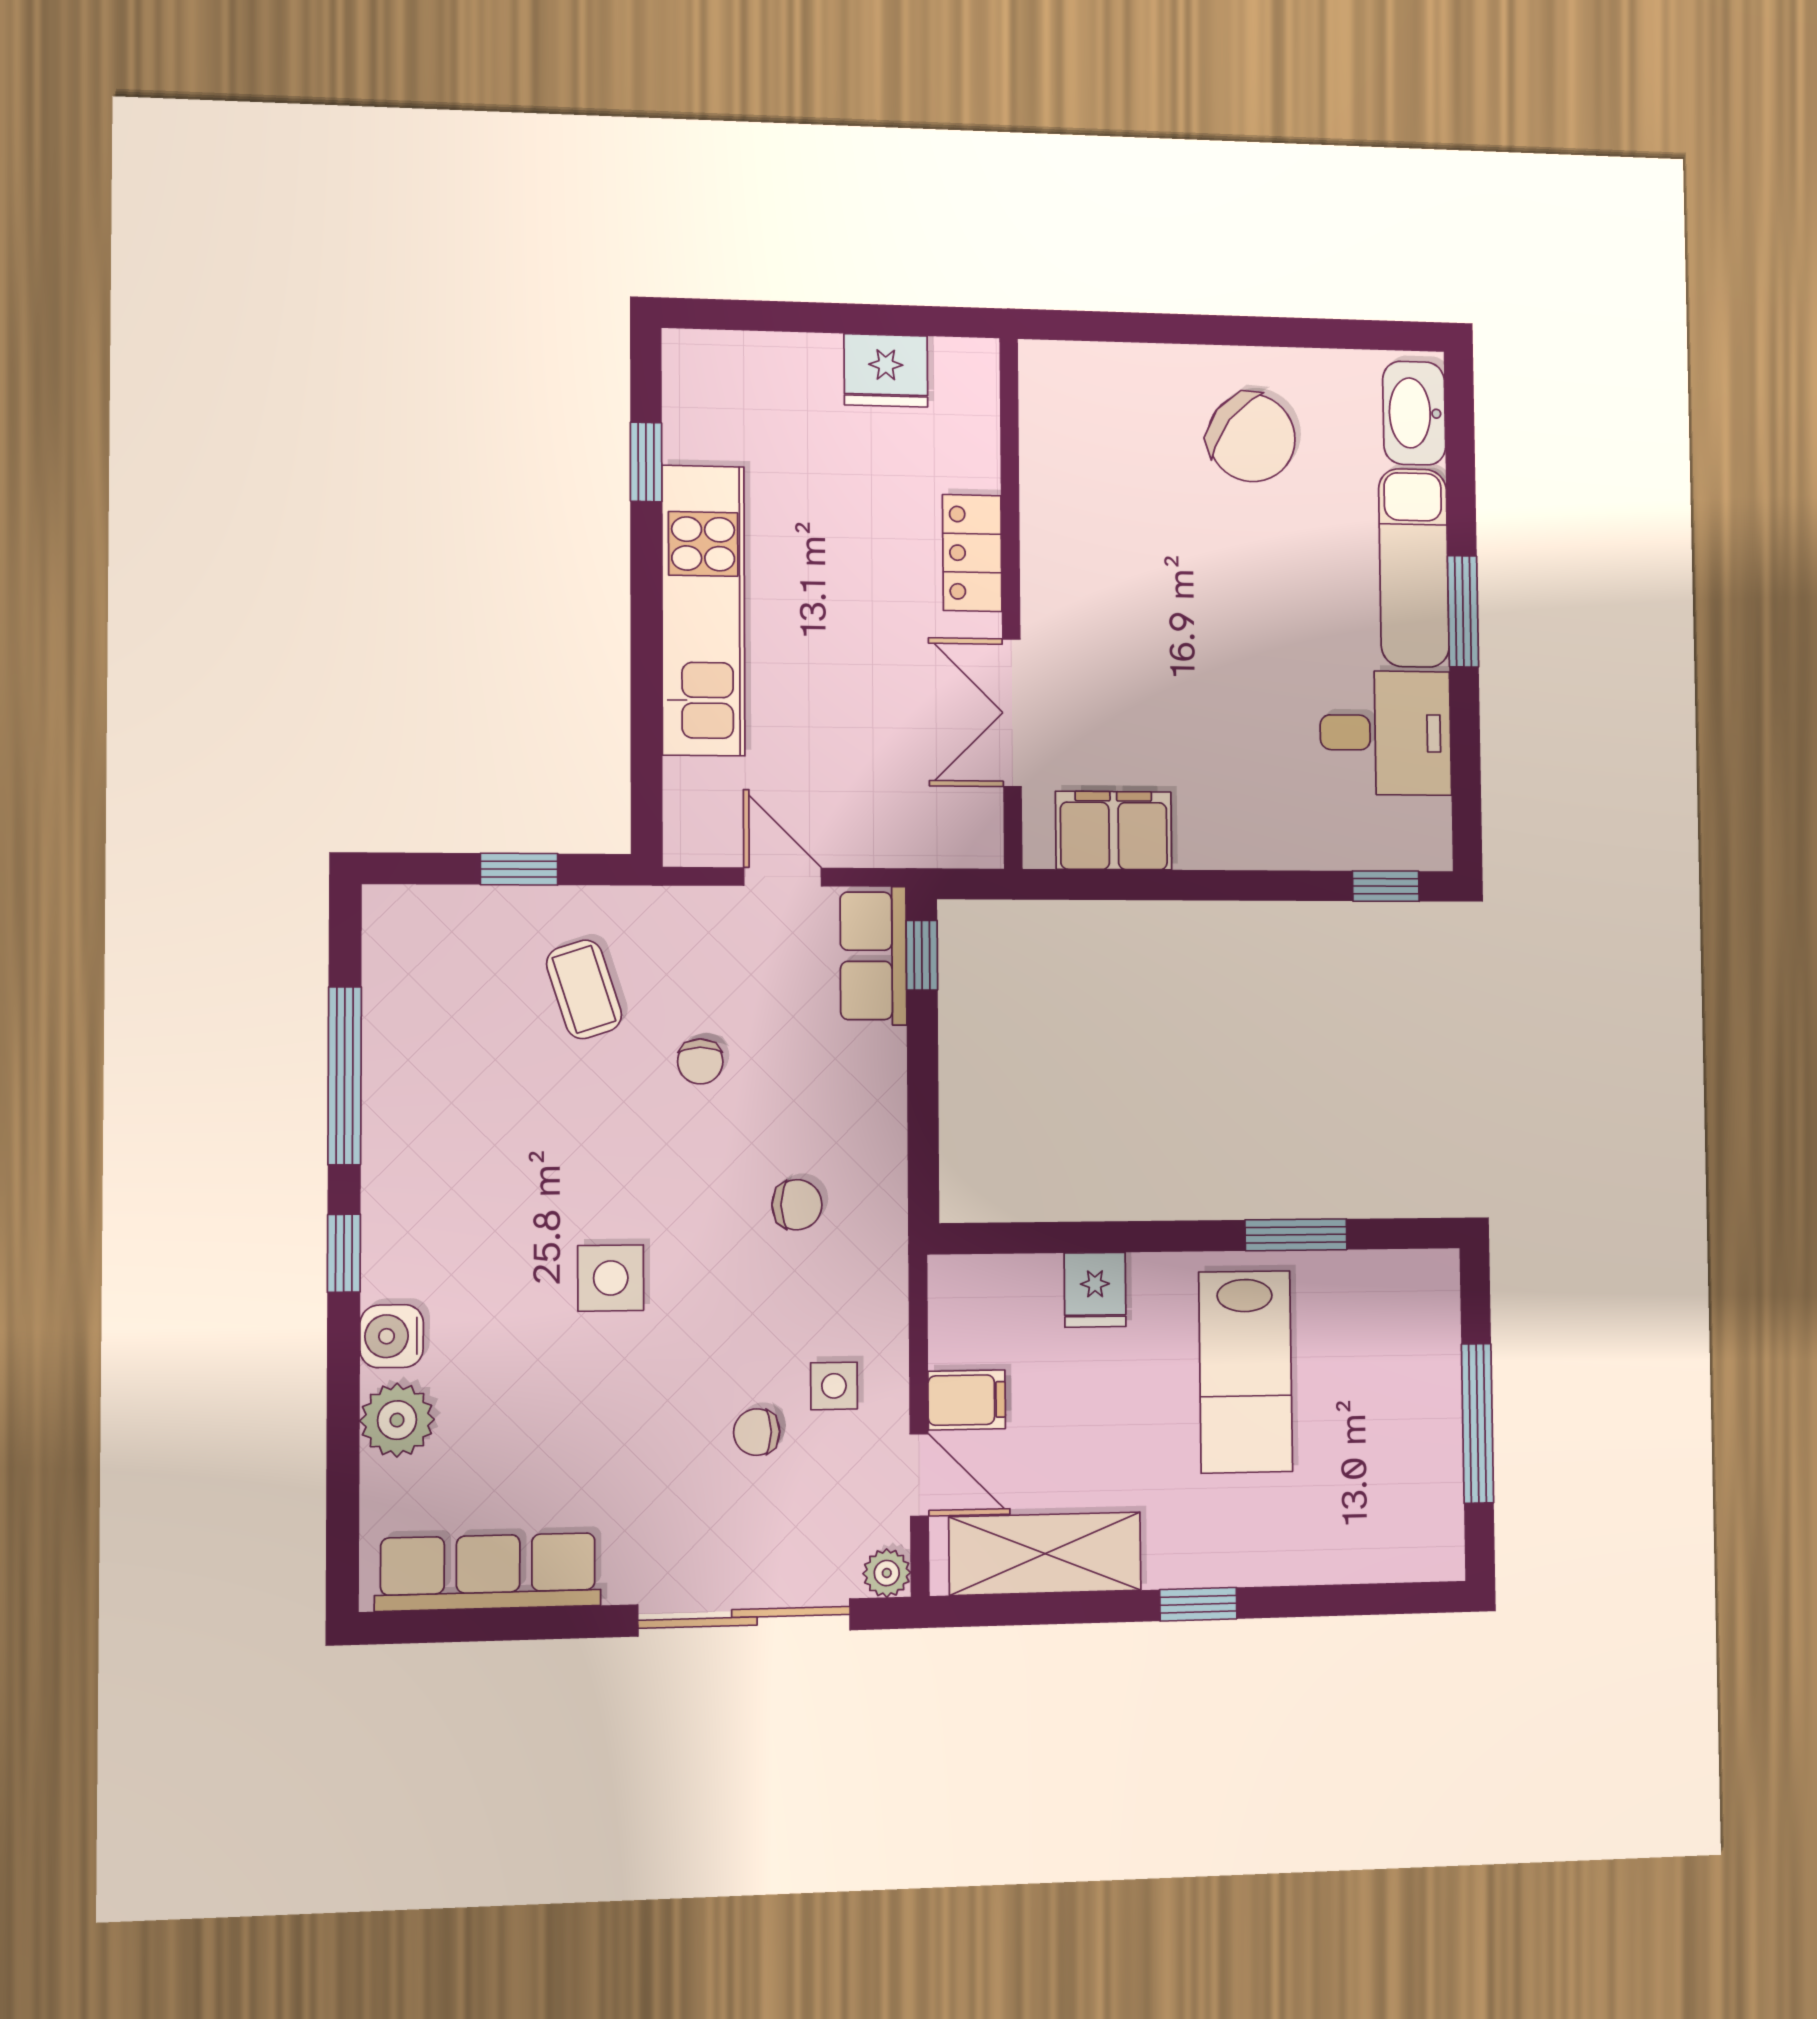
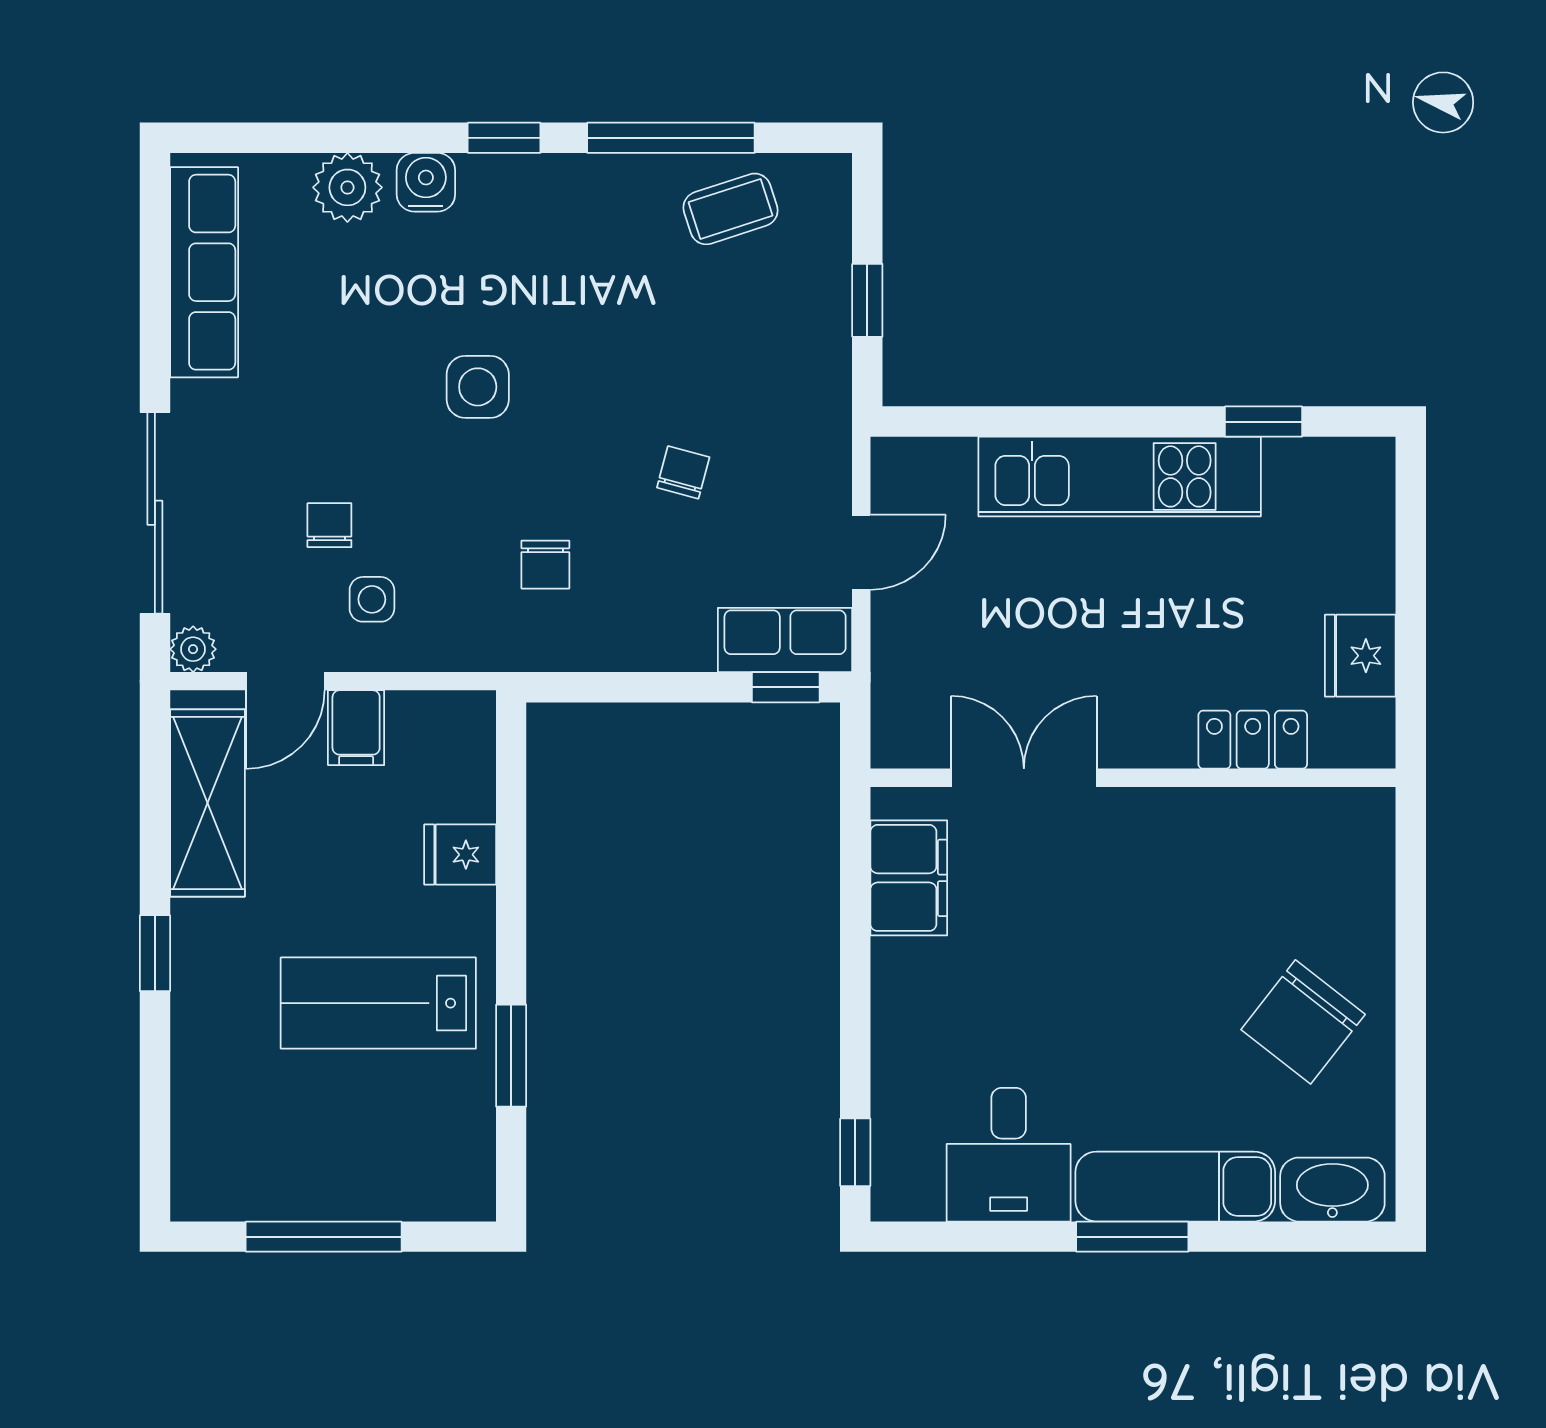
locker: (972, 553) -> (1253, 740), moved
coffee table: (584, 989) -> (730, 209), moved
chair: (700, 1061) -> (683, 472), turned 105

